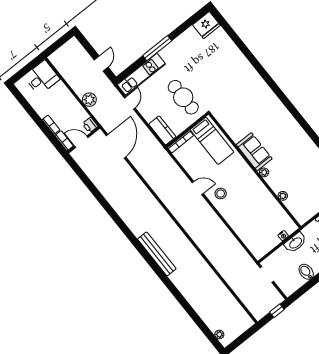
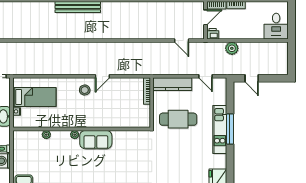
kitchen unit: (141, 74) -> (220, 130), moved
kitchen counter: (162, 130) -> (172, 84), width x1.50
bed: (212, 141) -> (34, 97), moved, turned 180
door: (116, 146) -> (182, 40), width x0.53

